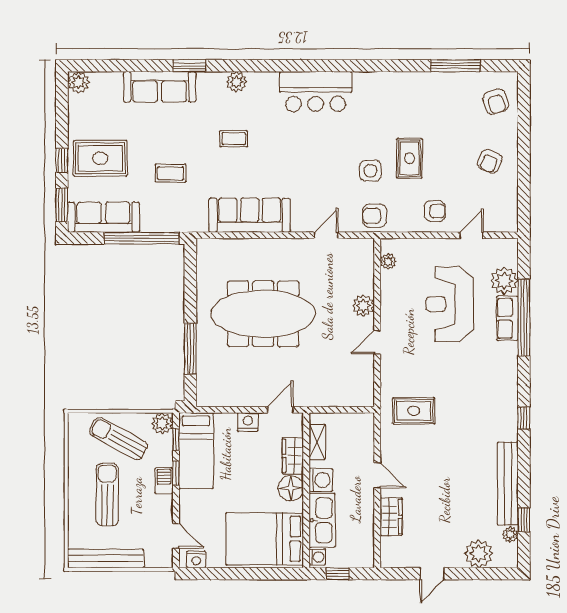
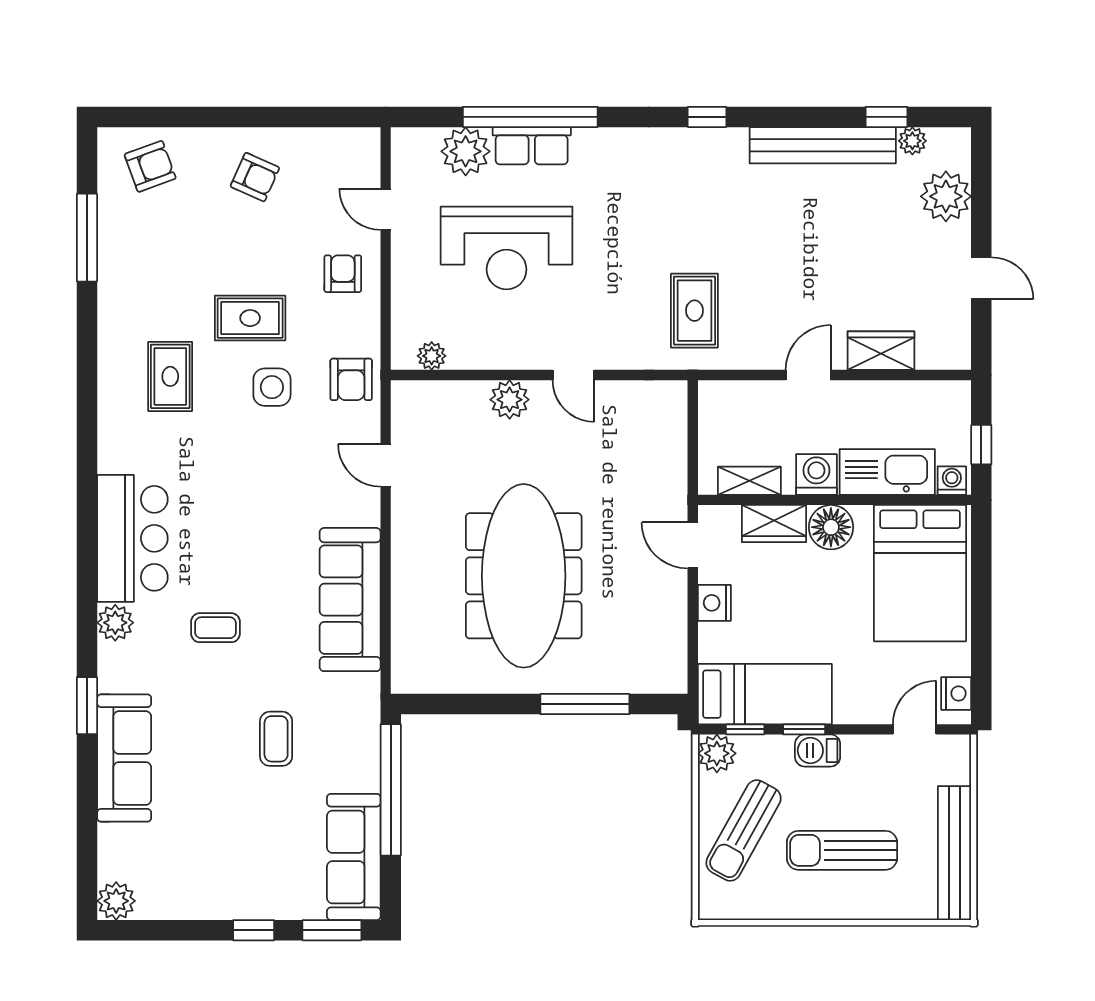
bar counter: (316, 92) -> (132, 538), moved
coffee table: (234, 139) -> (215, 628), turned 90
rug: (100, 158) -> (170, 376), moved, width x0.73, depth x0.70

